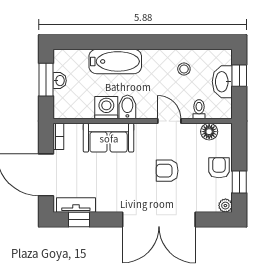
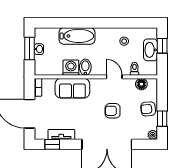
armchair: (219, 168) -> (148, 109), turned -95
tv unit: (76, 205) -> (61, 134), moved

